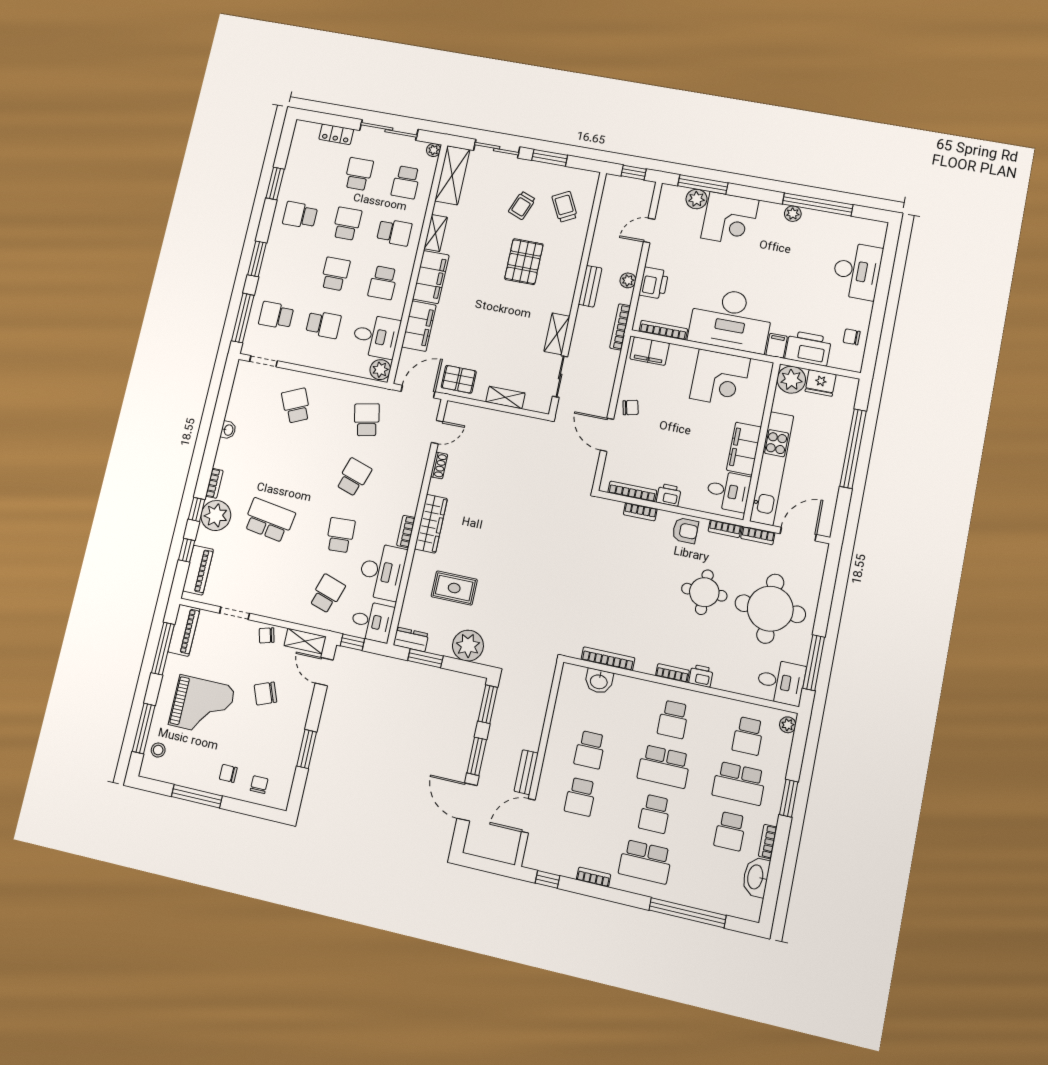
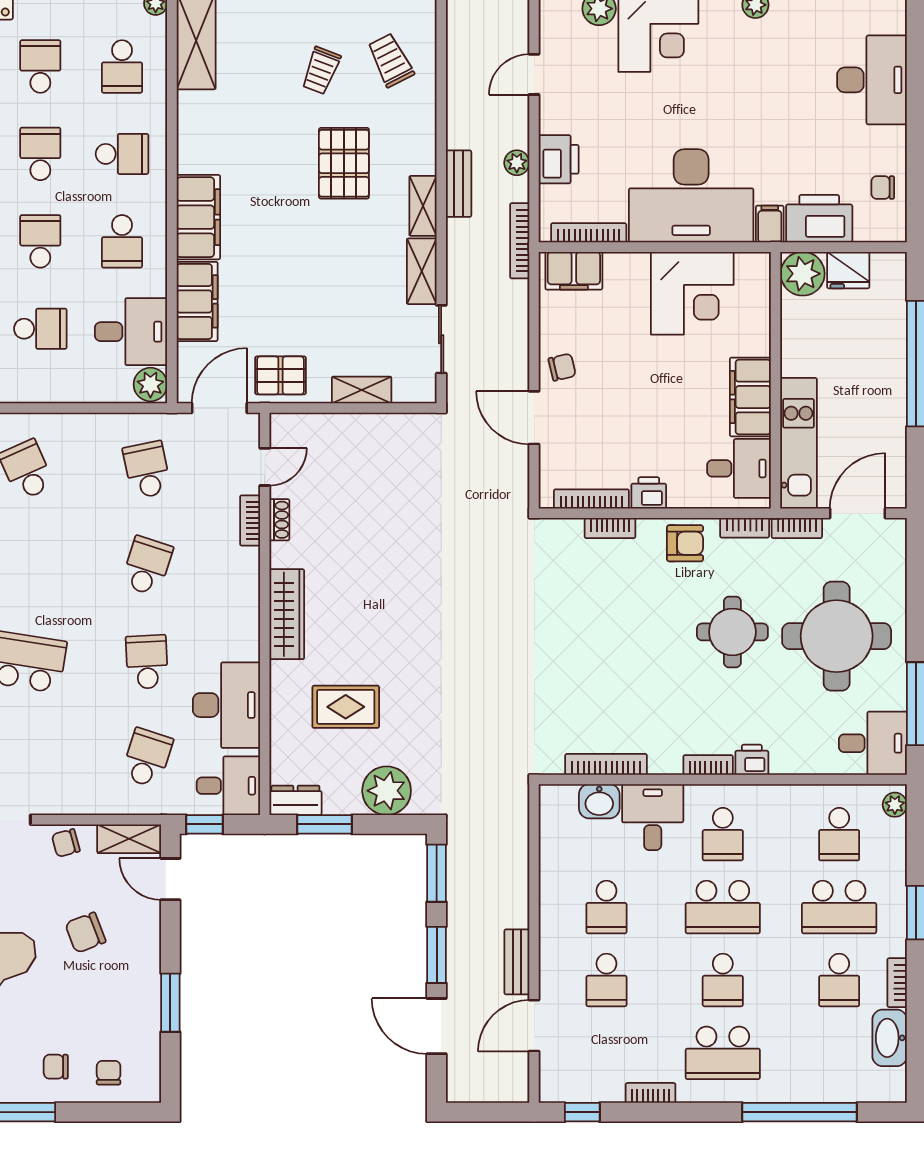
shelving: (436, 233) -> (423, 206), moved
kitchen unit: (772, 468) -> (798, 443), width x0.73
bookcase: (406, 532) -> (250, 520), moved
desk: (631, 699) -> (653, 817), added

